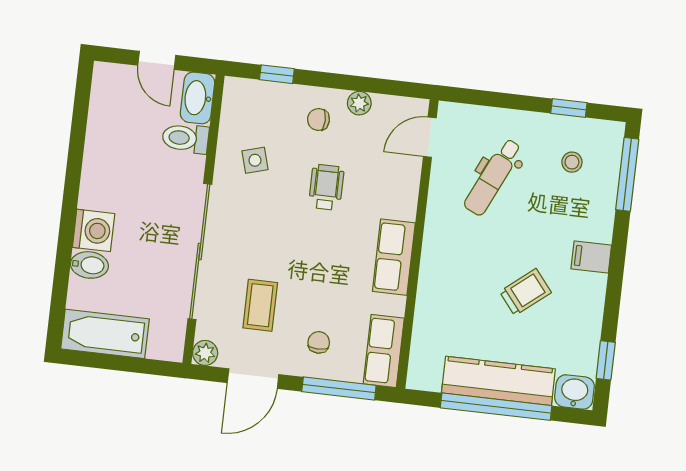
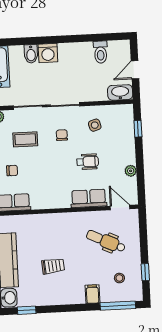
chair: (318, 120) -> (62, 135), moved
toilet: (185, 138) -> (101, 52), moved, turned 180
row of seats: (394, 257) -> (89, 198), moved
filing cabinet: (591, 257) -> (92, 294), moved
trolley: (525, 292) -> (53, 266), turned -56

